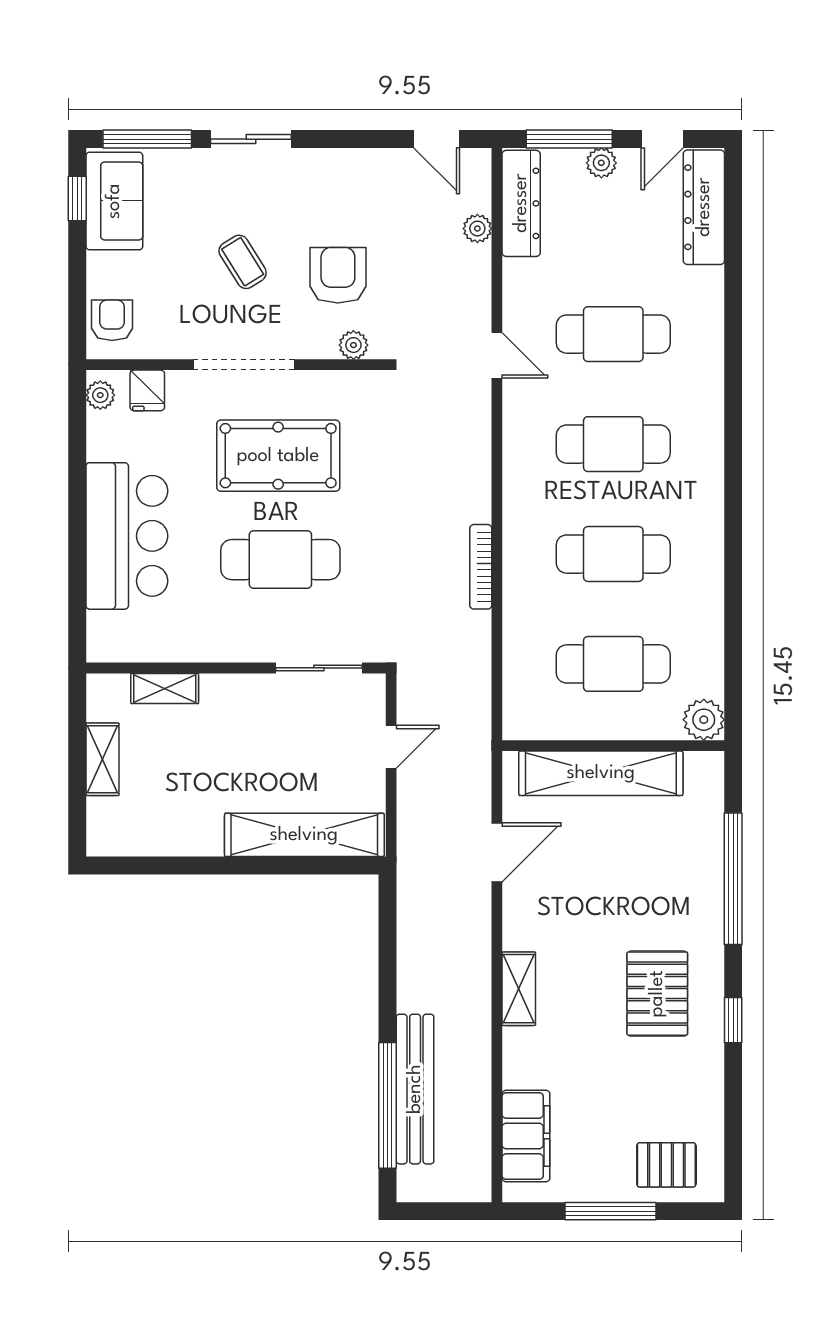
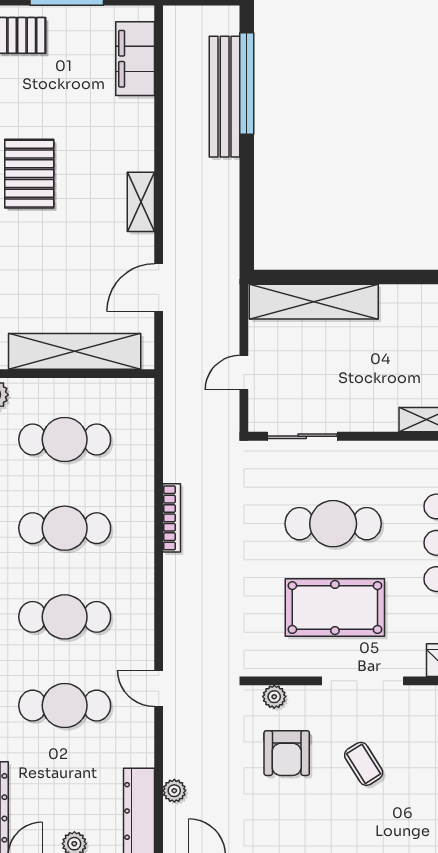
shelving: (519, 989) -> (141, 202), moved

